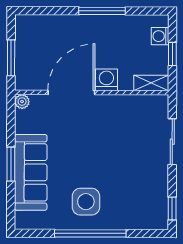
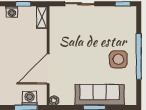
washing machine: (106, 80) -> (30, 98), moved, turned 90
door: (71, 92) -> (48, 69), hinge flipped

